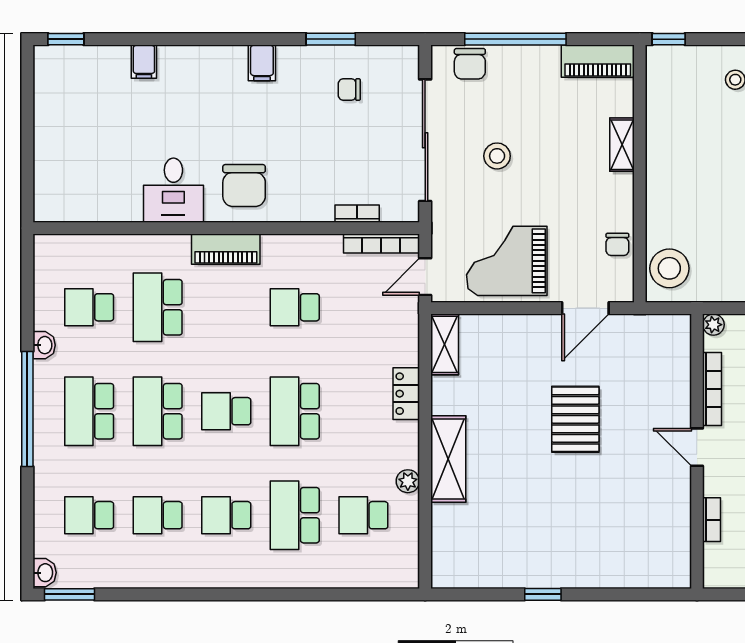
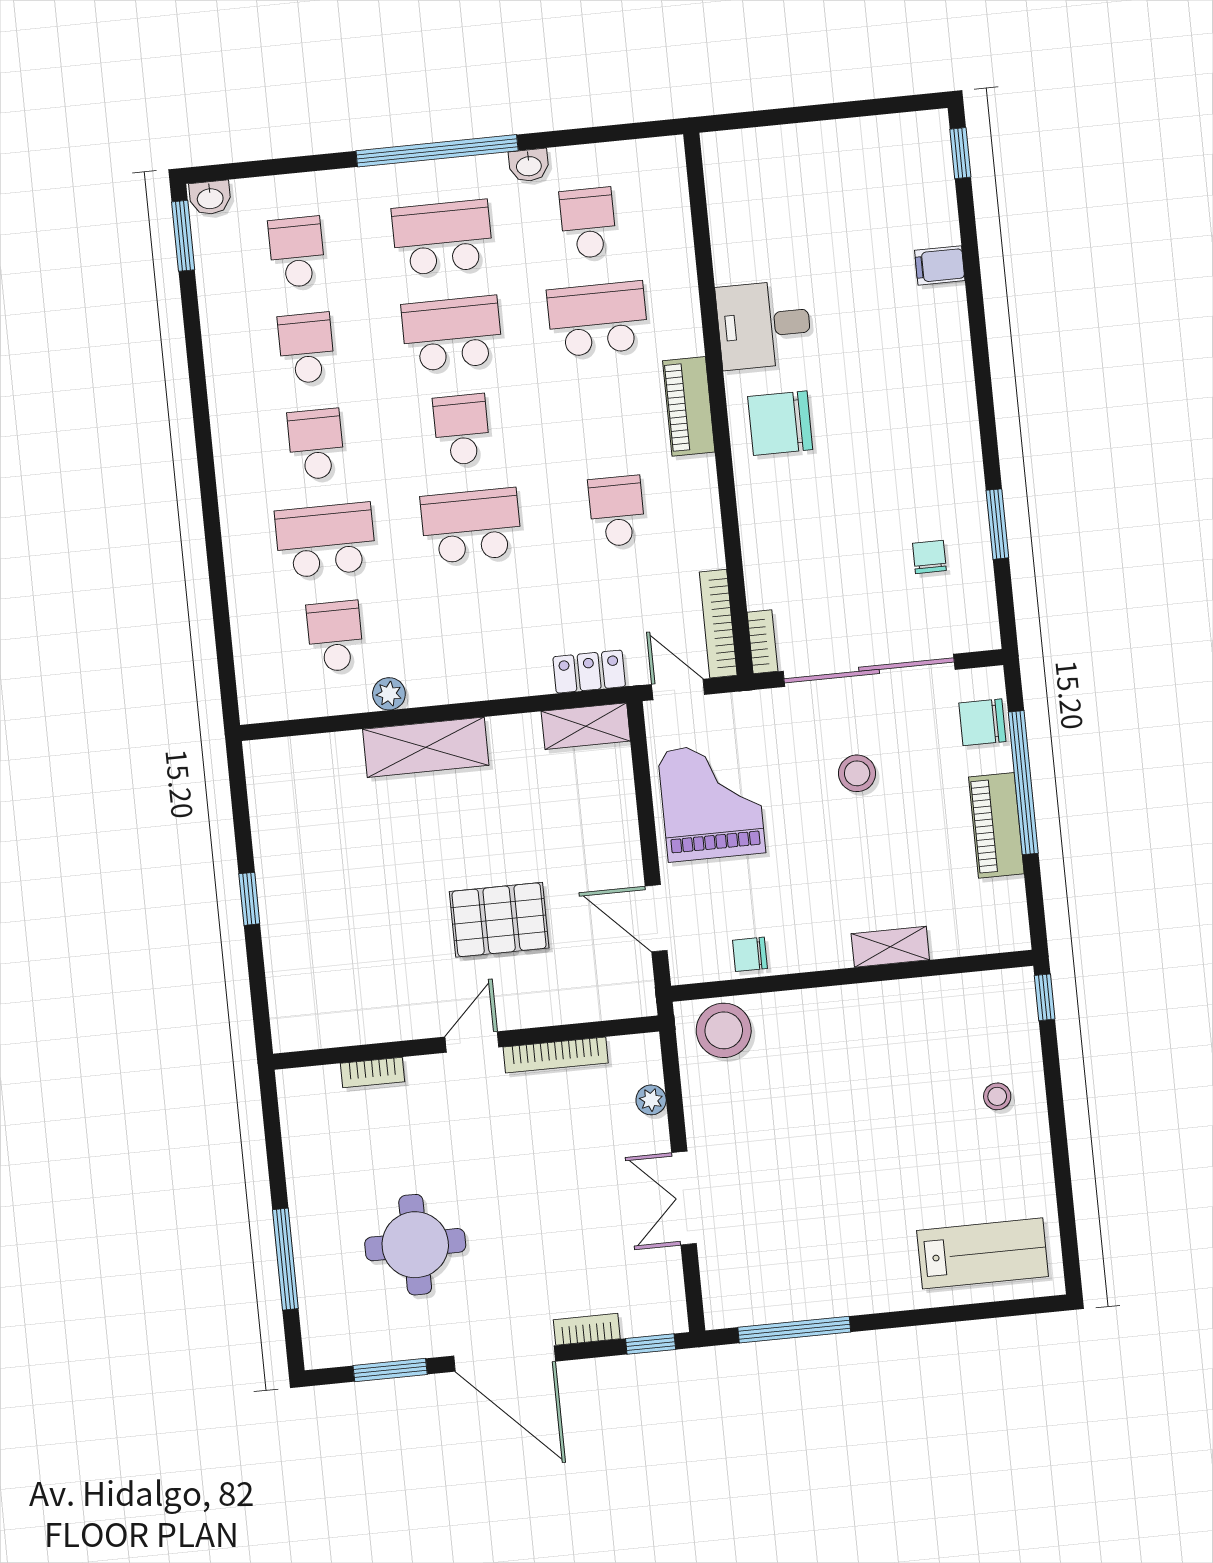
piano: (598, 61) -> (996, 825), moved
filing cabinet: (262, 63) -> (955, 431), removed
bookcase: (357, 214) -> (762, 642), moved
bookcase: (712, 389) -> (556, 1055), moved
locker: (406, 394) -> (589, 672), moved
door: (697, 447) -> (472, 1042), moved
wall: (697, 451) -> (466, 1043), moved
bookcase: (712, 520) -> (373, 1073), moved

